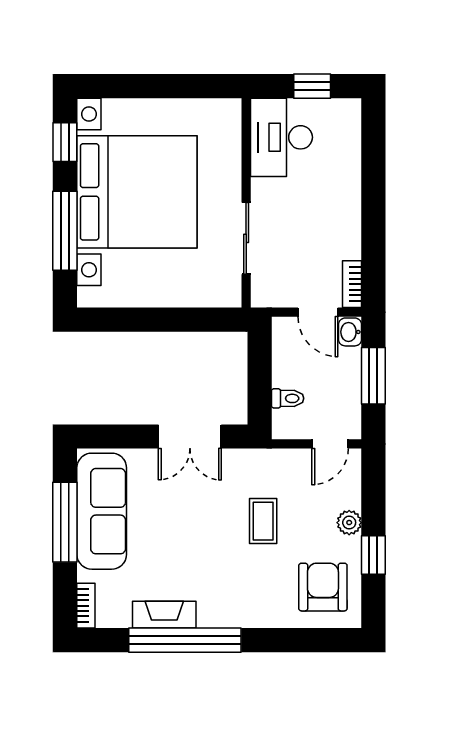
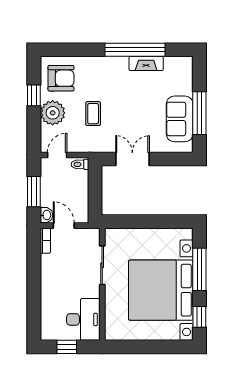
toilet: (288, 398) -> (80, 164), moved
sofa: (102, 511) -> (180, 119), width x0.73
plant: (349, 523) -> (53, 113), width x1.87, depth x1.87
armchair: (323, 587) -> (61, 78), turned -90
bookcase: (86, 606) -> (188, 68), removed

